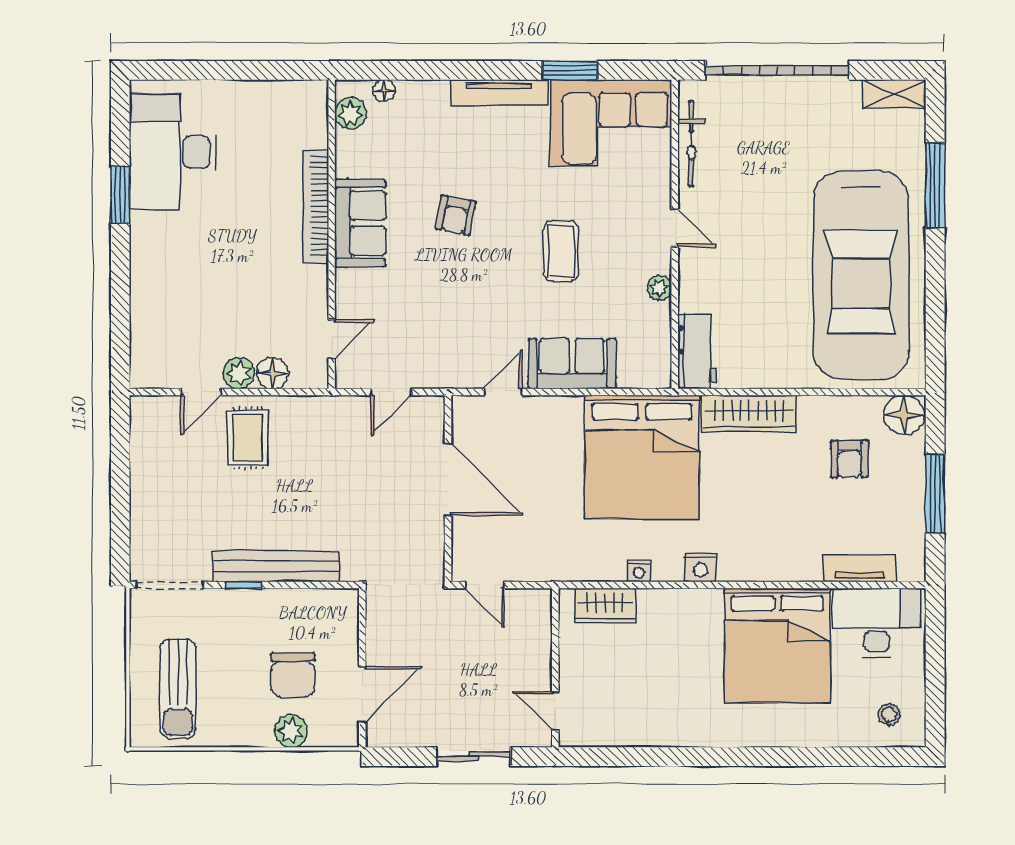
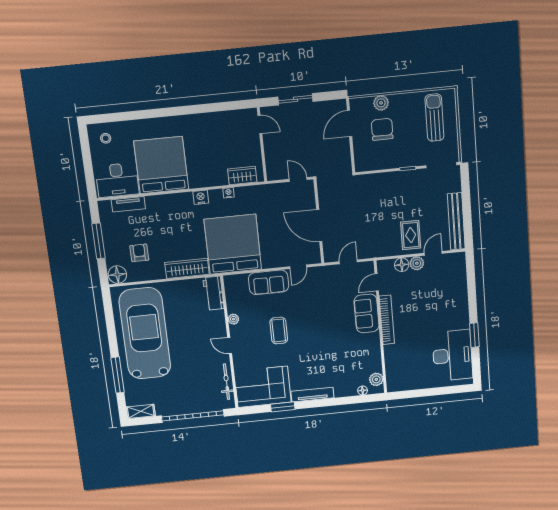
bookcase: (316, 206) -> (387, 320), moved
armchair: (456, 215) -> (327, 341), removed
sofa: (360, 223) -> (367, 313), moved
bench: (276, 566) -> (456, 221), moved, turned 90

